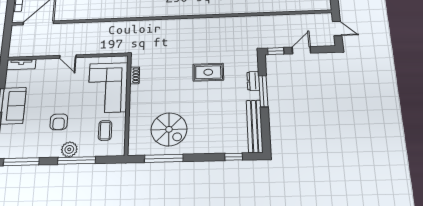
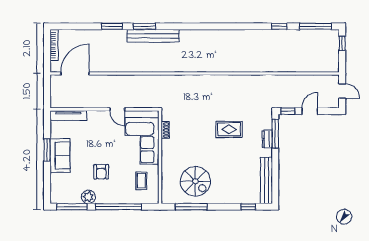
door: (68, 57) -> (117, 109), moved
tv unit: (21, 64) -> (68, 116), width x1.41
window: (263, 91) -> (275, 134), moved
plant: (69, 149) -> (88, 197), moved
window: (76, 160) -> (119, 207), width x1.46

